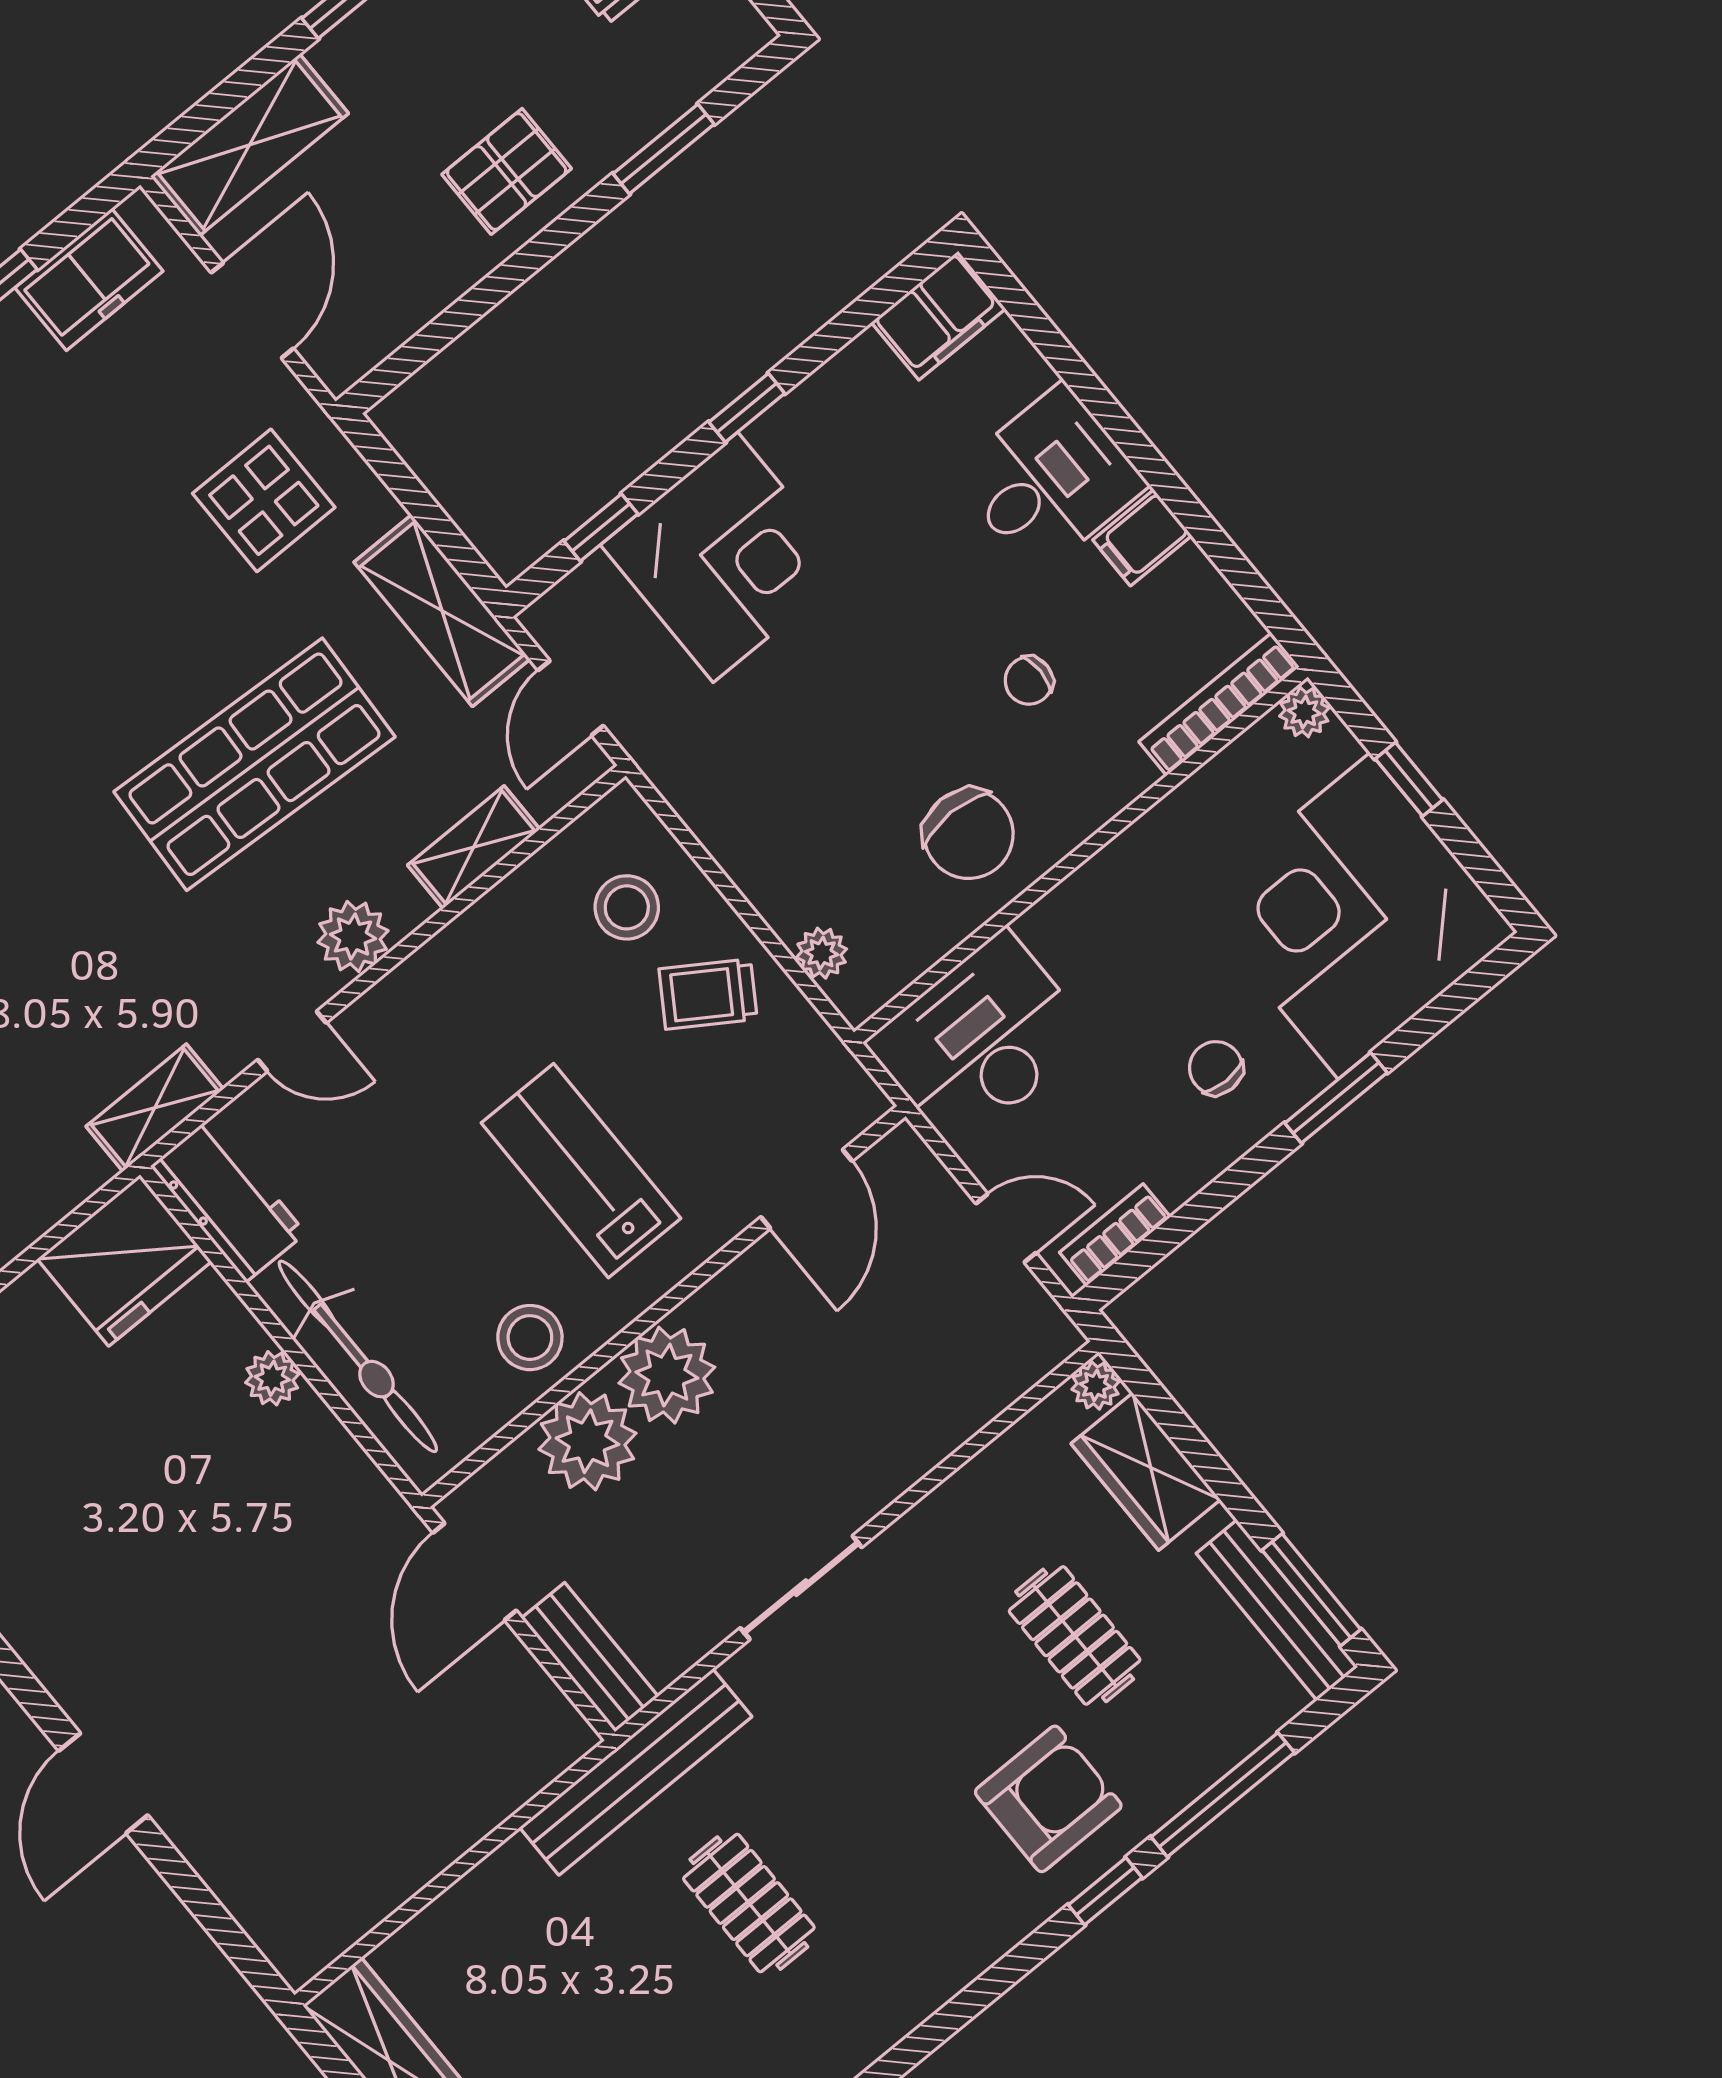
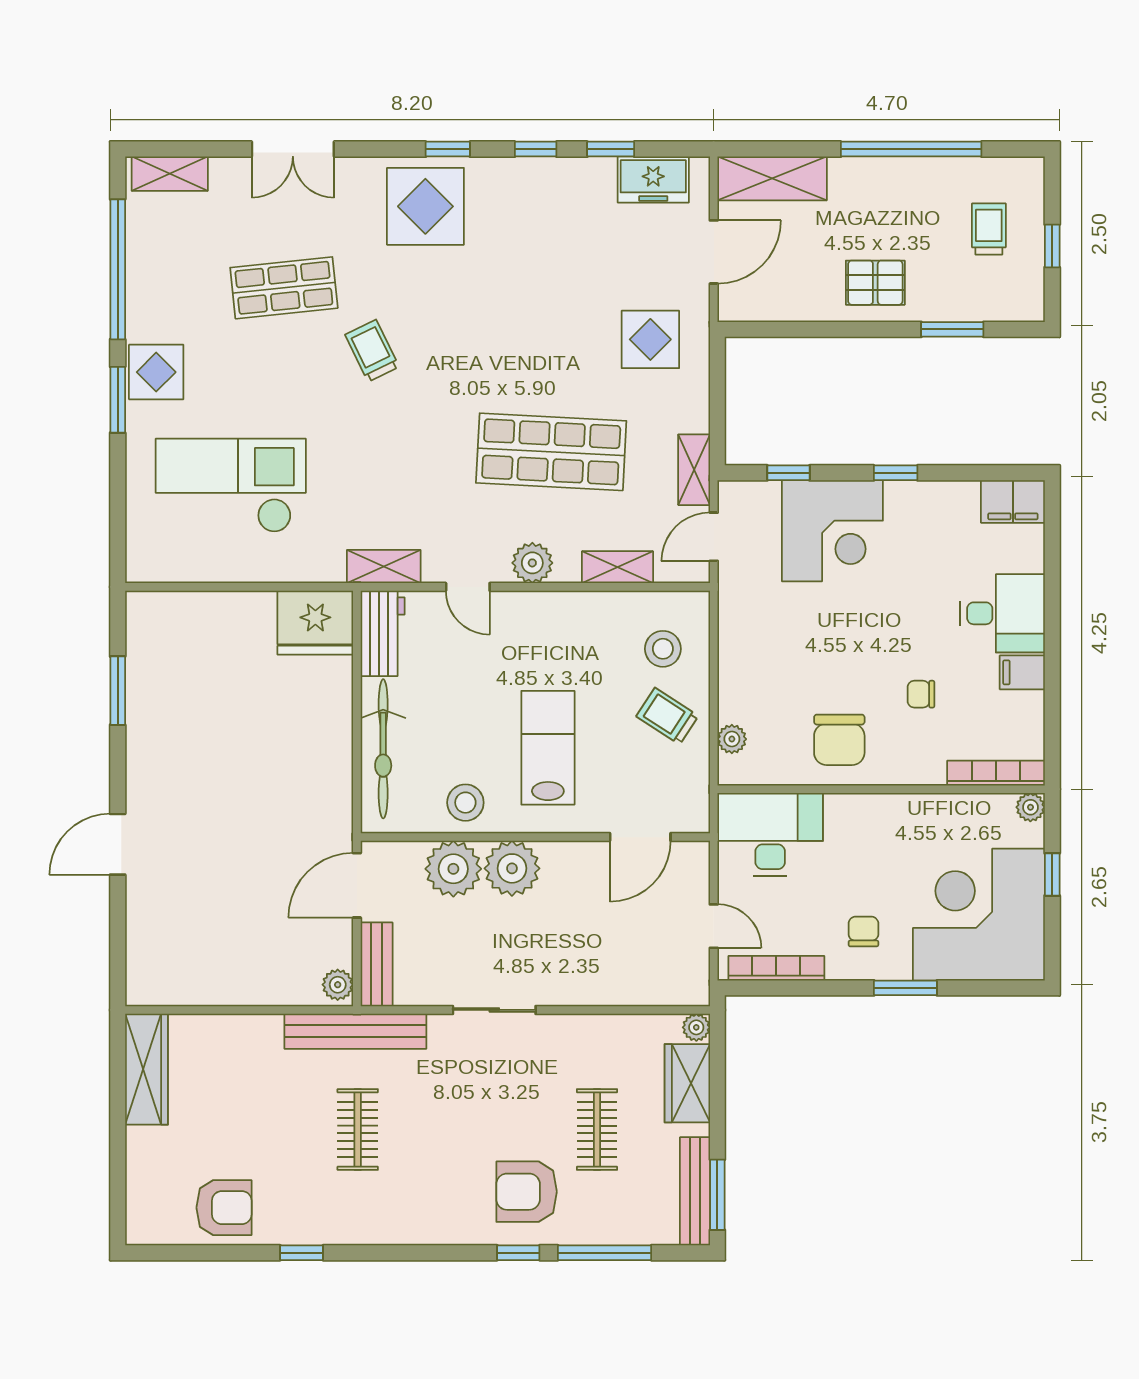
shelving: (442, 611) -> (694, 470), width x0.67, depth x0.75
bookcase: (1115, 1235) -> (776, 968), width x1.56
plant: (272, 1378) -> (338, 985), moved
armchair: (1048, 1799) -> (527, 1192), turned 180

